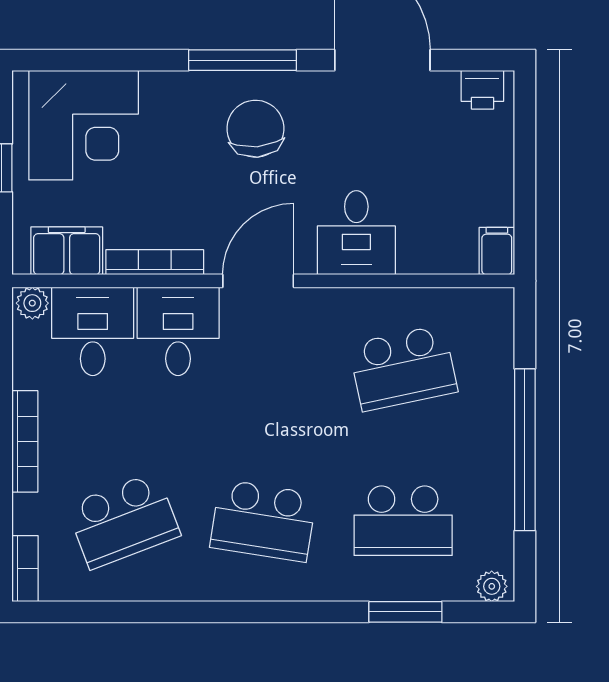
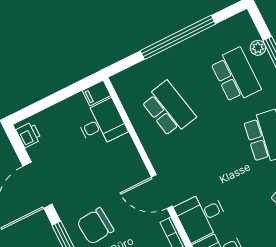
desk: (356, 233) -> (102, 124), moved
plant: (492, 586) -> (258, 48), moved

